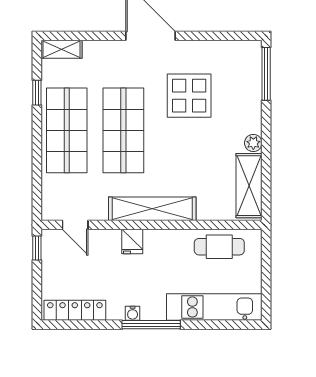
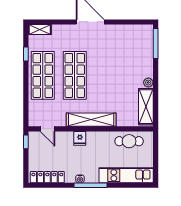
display table: (189, 96) -> (112, 56), removed

